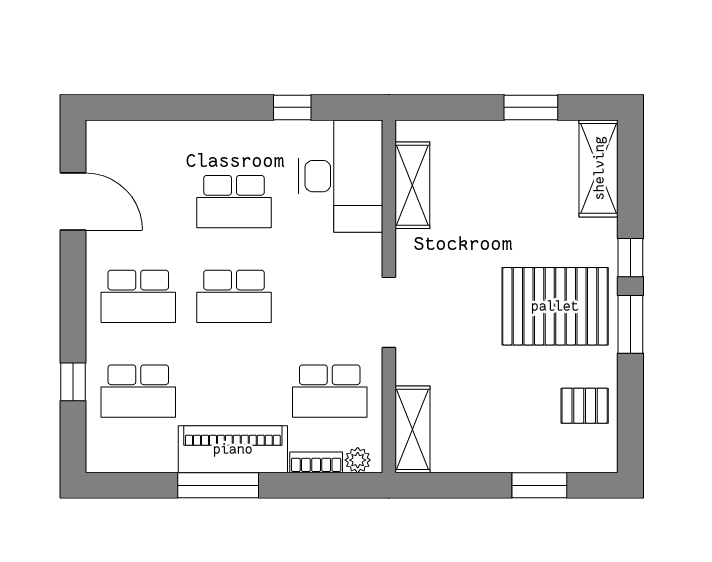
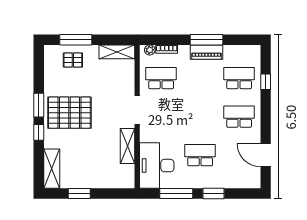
window: (201, 107) -> (214, 193), added
window: (292, 107) -> (176, 193), width x2.17
shelving: (412, 185) -> (127, 146), moved
school desk: (234, 296) -> (200, 117), removed
pallet: (585, 406) -> (73, 60), moved
shelving: (412, 429) -> (117, 52), moved, turned 90
piano: (233, 449) -> (206, 52), width x0.73, depth x0.75
window: (539, 485) -> (76, 40), width x1.44

